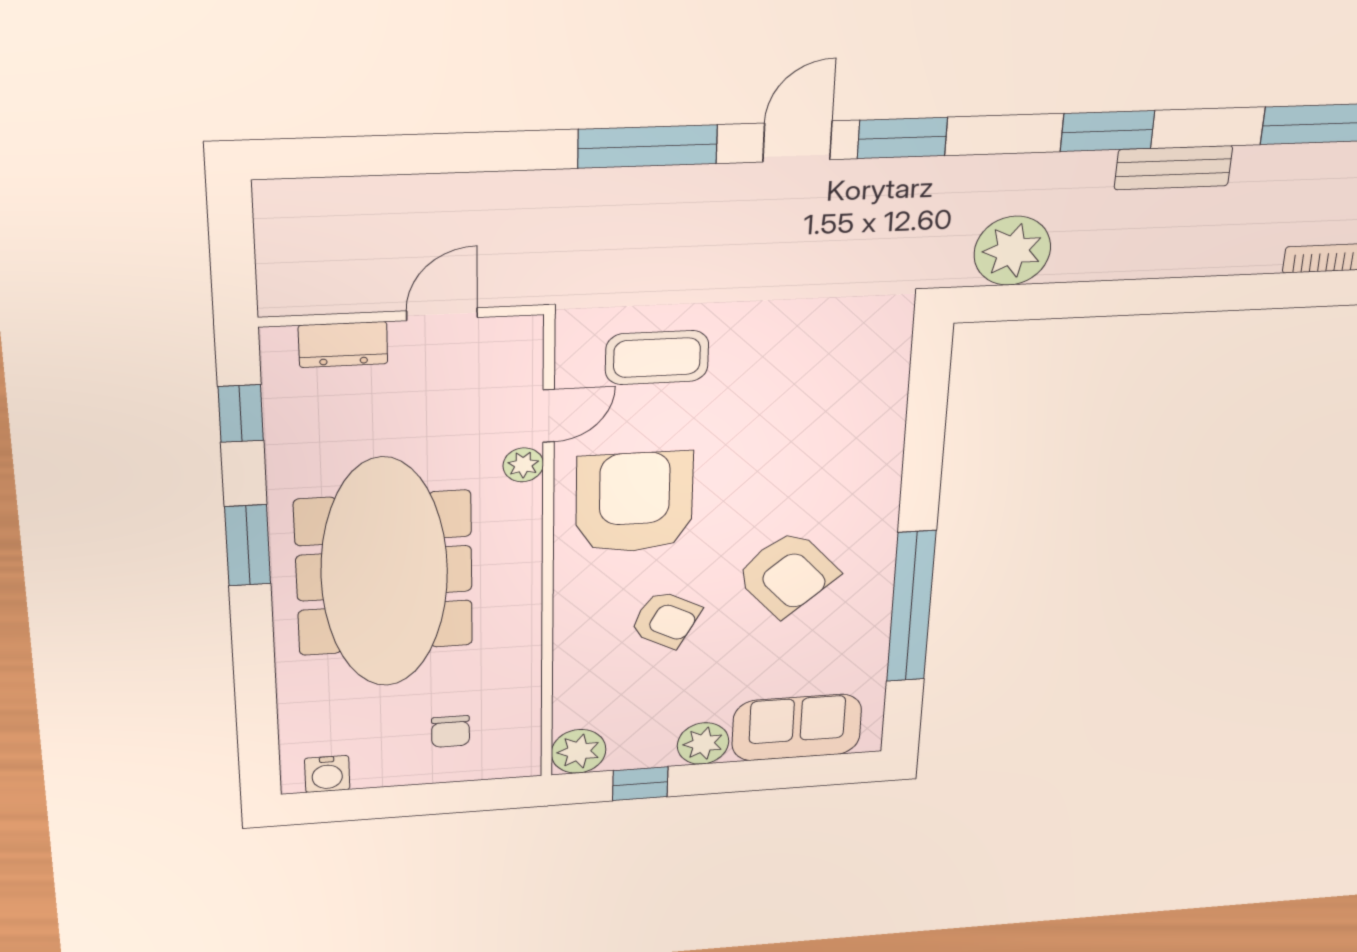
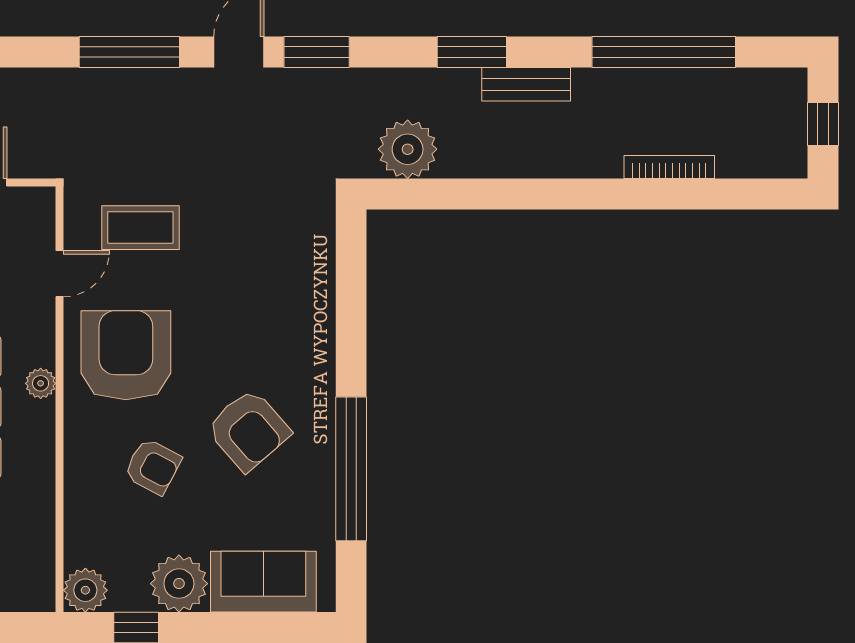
plant: (523, 465) -> (41, 383), moved
plant: (703, 744) -> (179, 584), width x1.36, depth x1.36

